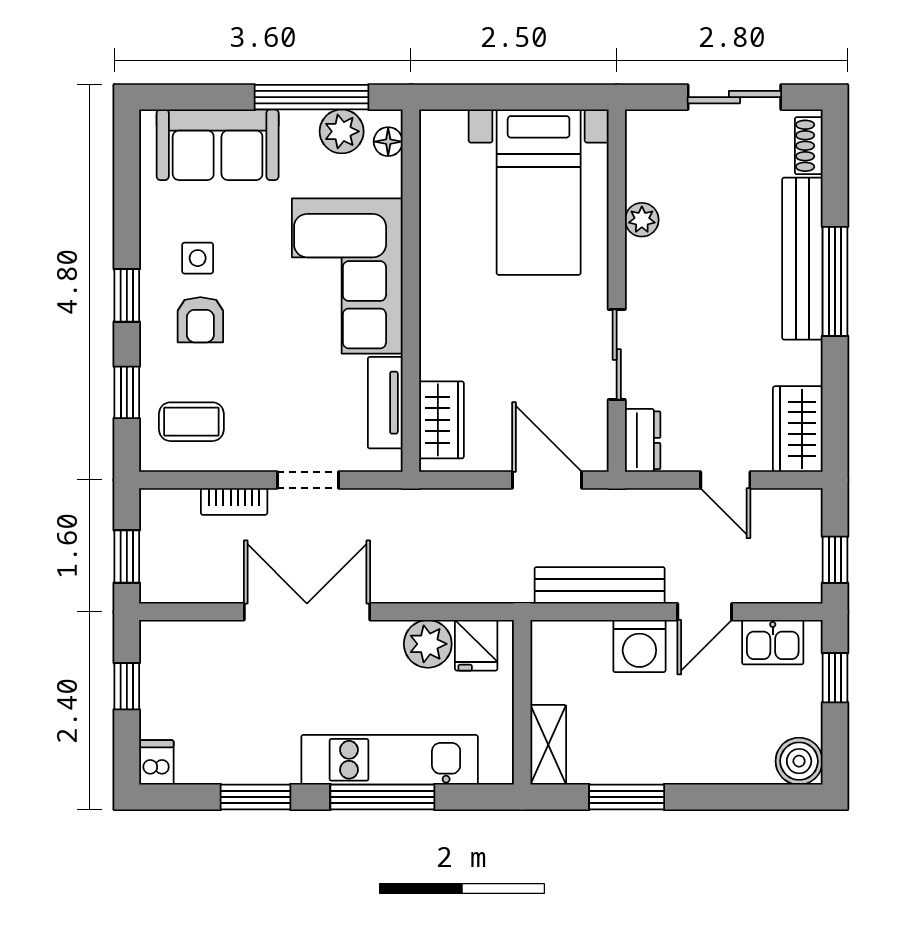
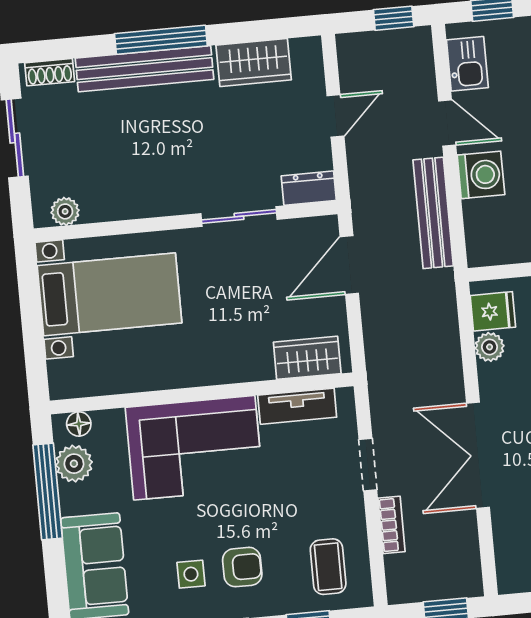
plant: (642, 220) -> (65, 211), moved
wardrobe: (798, 429) -> (254, 62), moved
plant: (428, 644) -> (490, 347), width x0.73, depth x0.73

